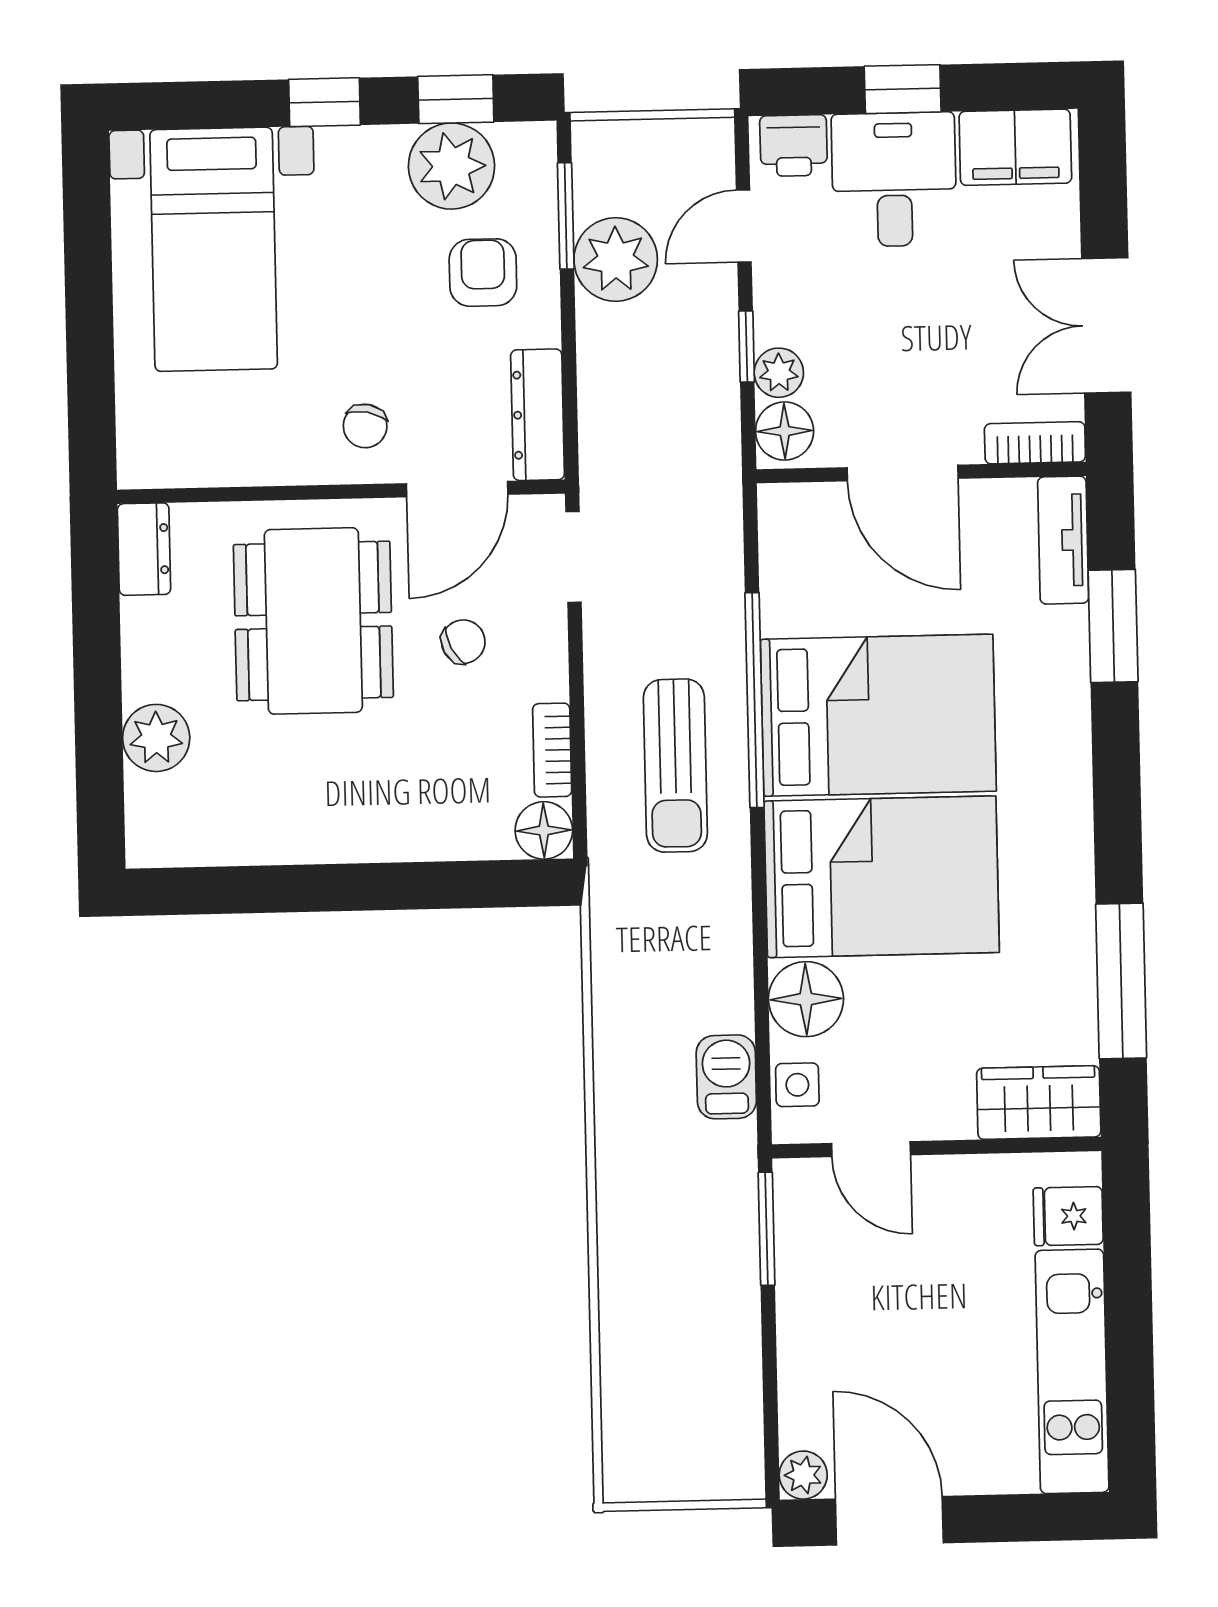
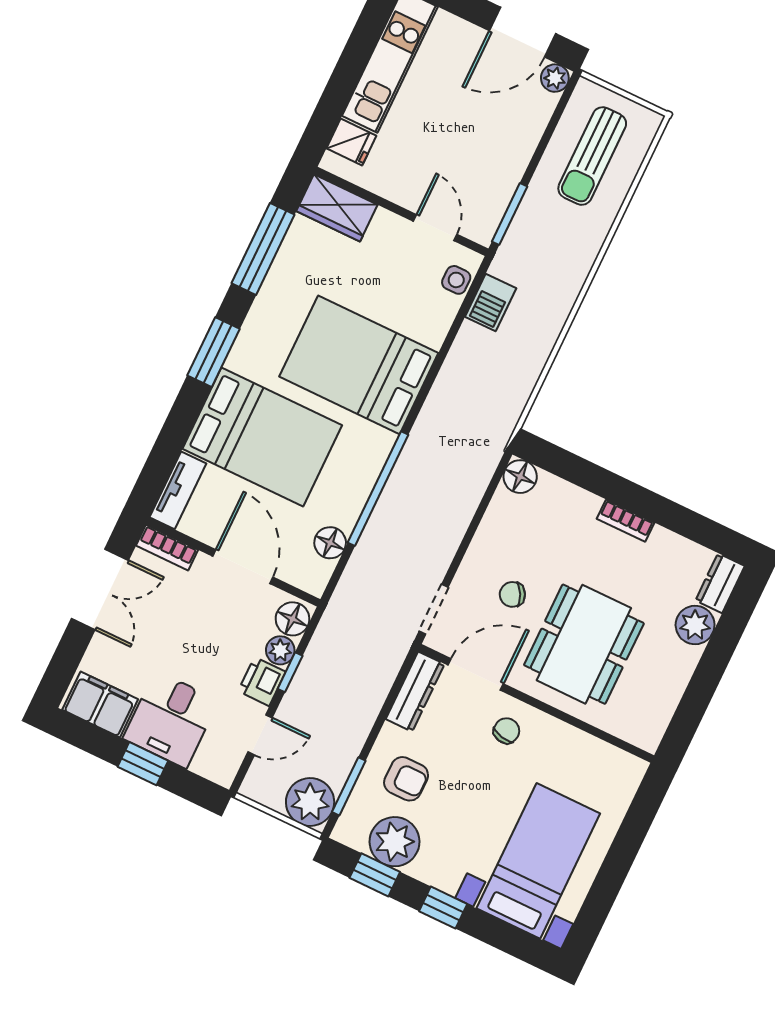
printer: (794, 146) -> (262, 681), moved, turned -90
plant: (616, 260) -> (310, 802), moved
armchair: (483, 273) -> (406, 779), turned -90
dresser: (144, 549) -> (720, 583), moved
window: (1113, 626) -> (214, 352), moved
bed: (878, 715) -> (262, 437), moved, turned 180
bookcase: (552, 750) -> (626, 521), moved, turned 90
sun lounger: (675, 766) -> (592, 156), moved, turned 180
floor lamp: (806, 999) -> (330, 543), moved, width x0.73, depth x0.73
door: (889, 1521) -> (523, 32), hinge flipped

